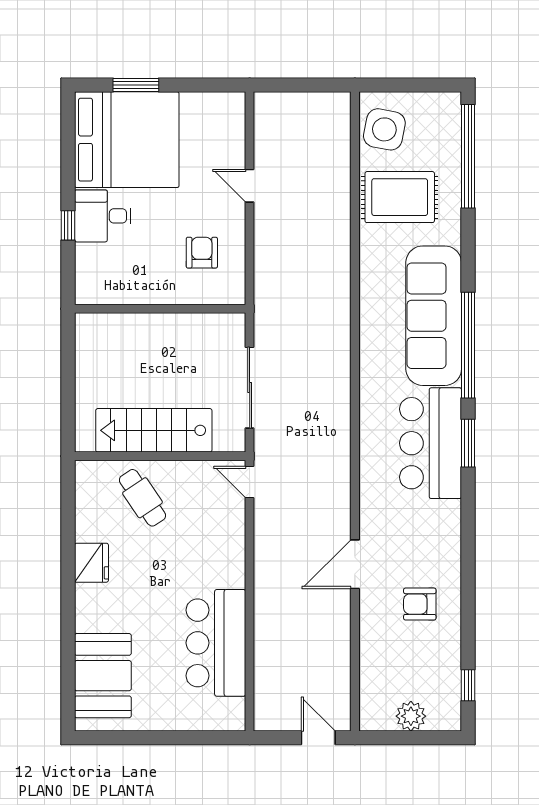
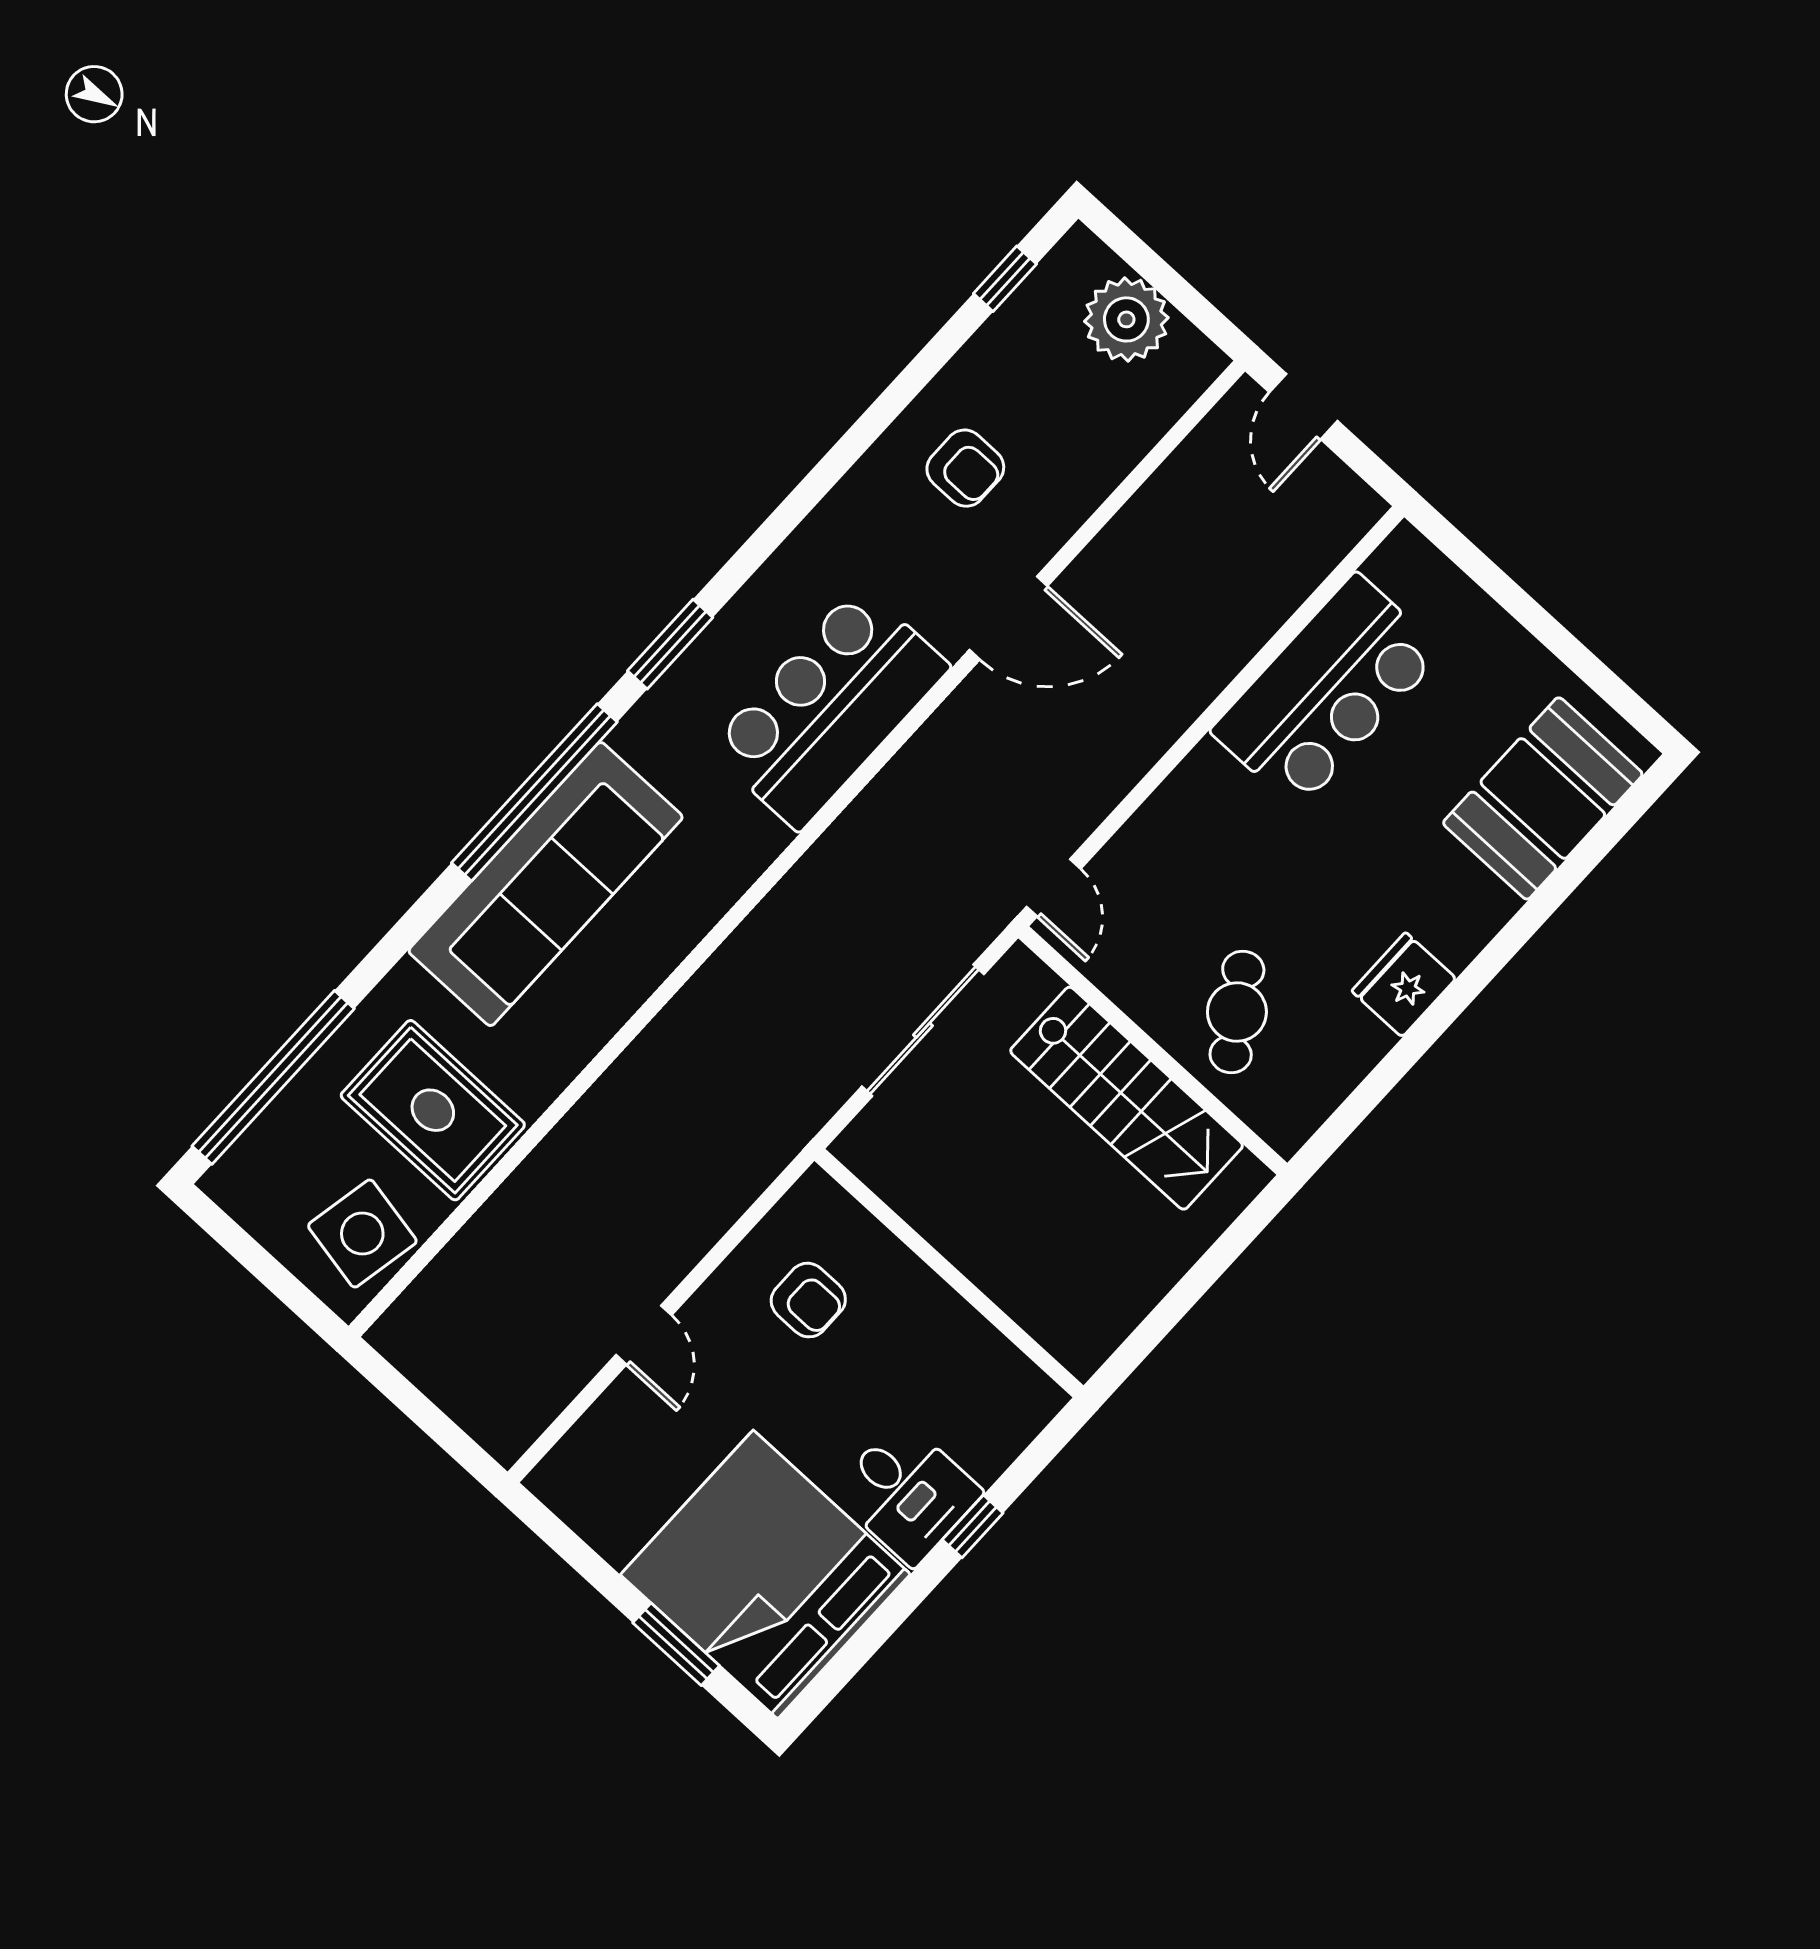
armchair: (202, 253) -> (808, 1300), turned -90
bar counter: (431, 443) -> (829, 708), moved, turned 180
plant: (411, 716) -> (1126, 319), width x1.36, depth x1.36

